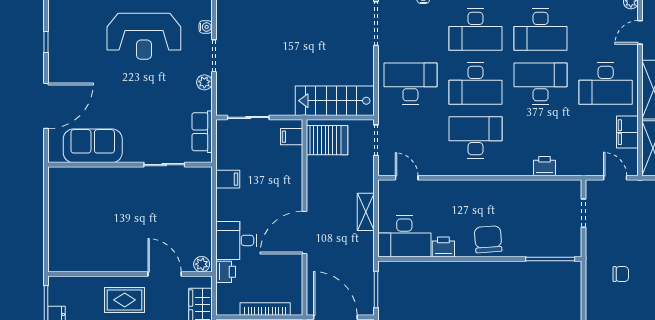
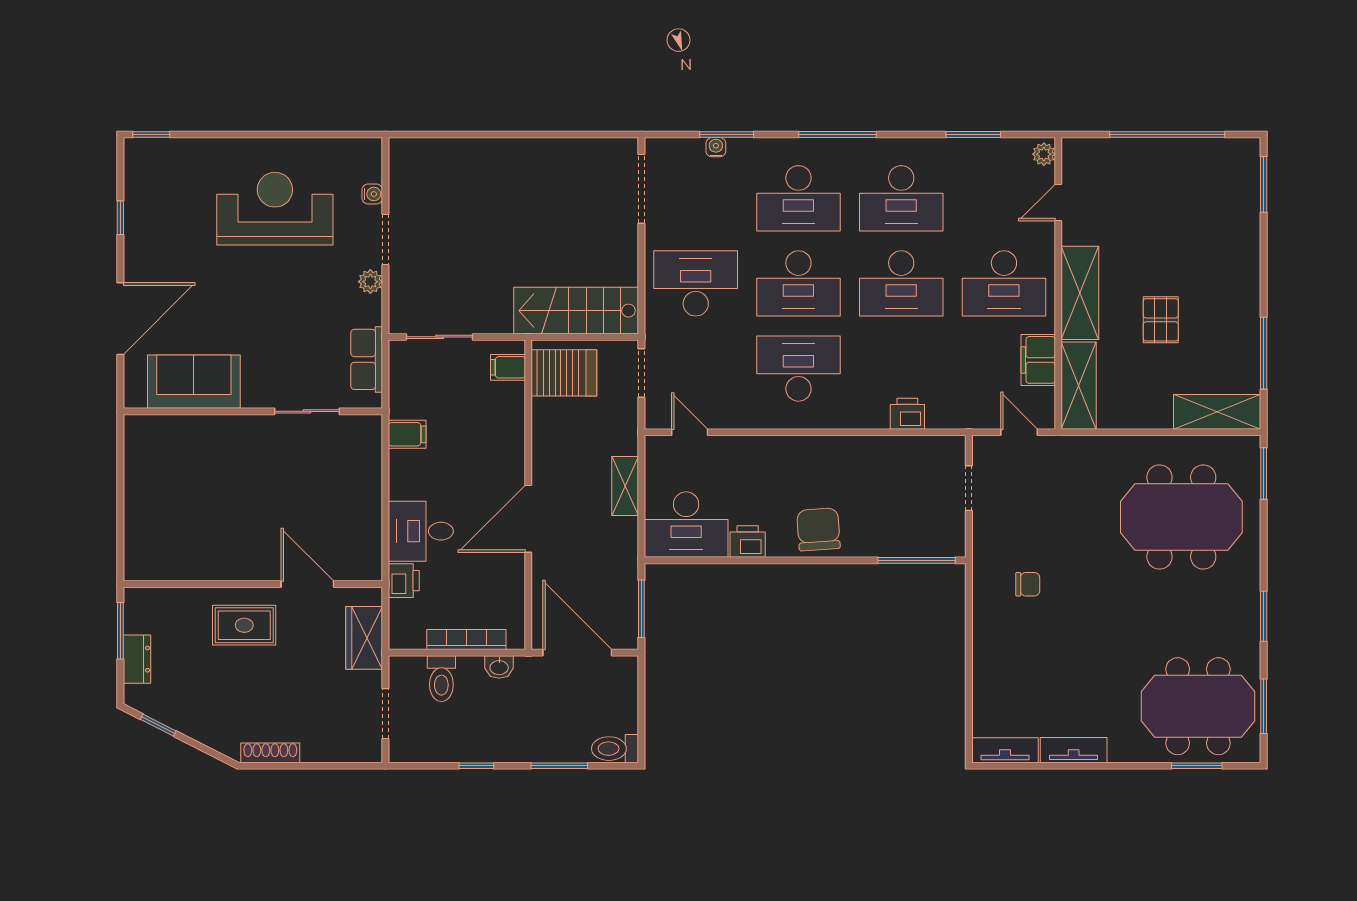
reception desk: (144, 36) -> (275, 209), turned 180
desk: (541, 84) -> (901, 283), turned 180
plant: (202, 264) -> (366, 569), removed

